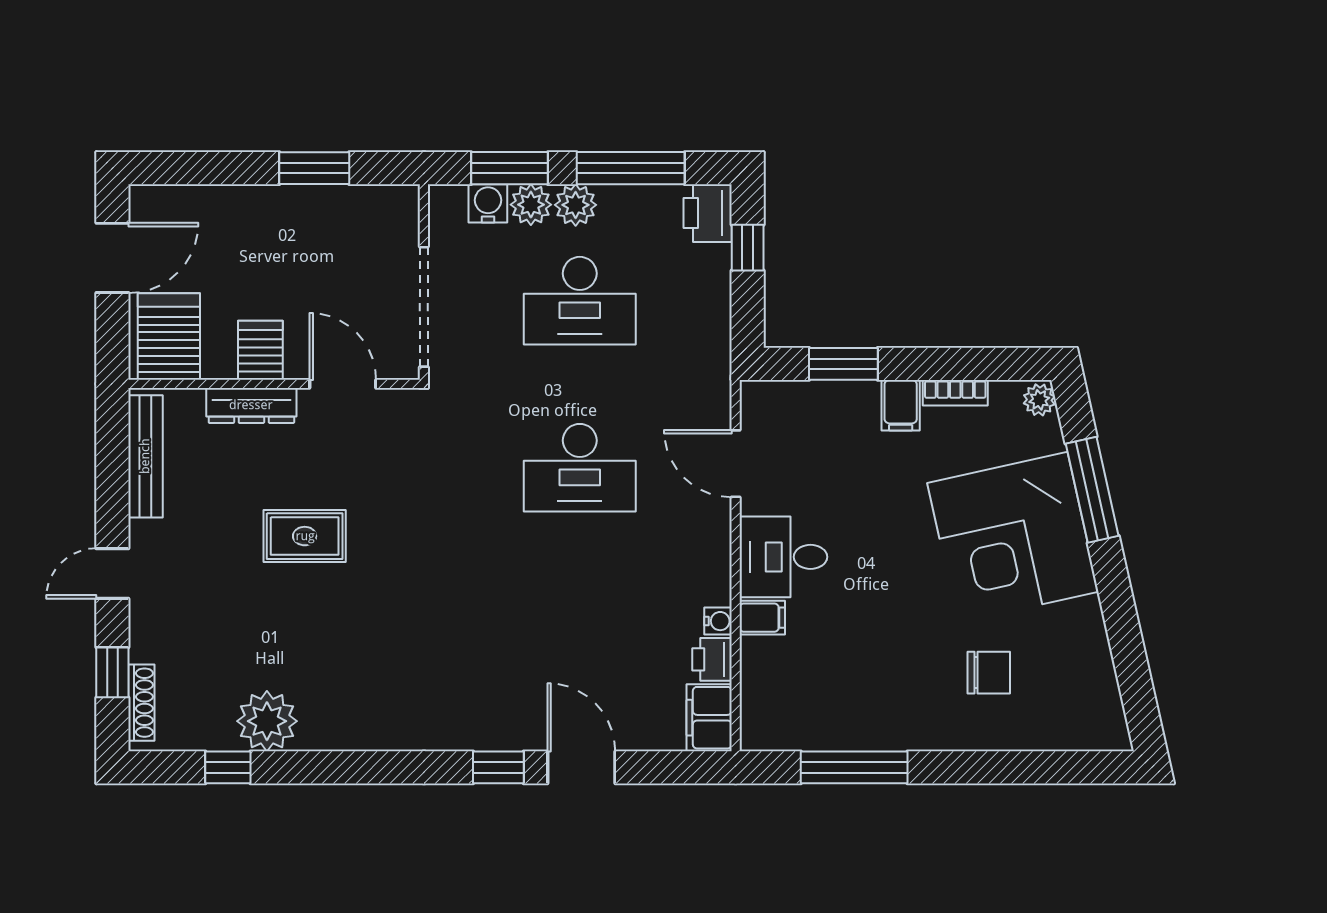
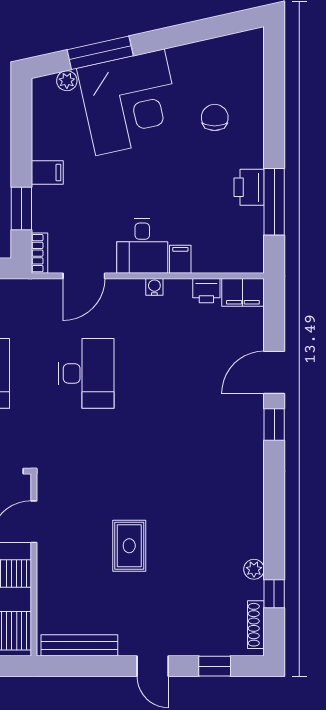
bookcase: (955, 393) -> (40, 253), moved
plant: (1039, 400) -> (67, 81), moved
dresser: (251, 405) -> (47, 579), removed
water cooler: (718, 621) -> (154, 287), moved
shoe rack: (141, 703) -> (256, 625), moved, turned -90
plant: (267, 721) -> (254, 569), width x0.53, depth x0.53
printer: (877, 728) -> (249, 187), added

